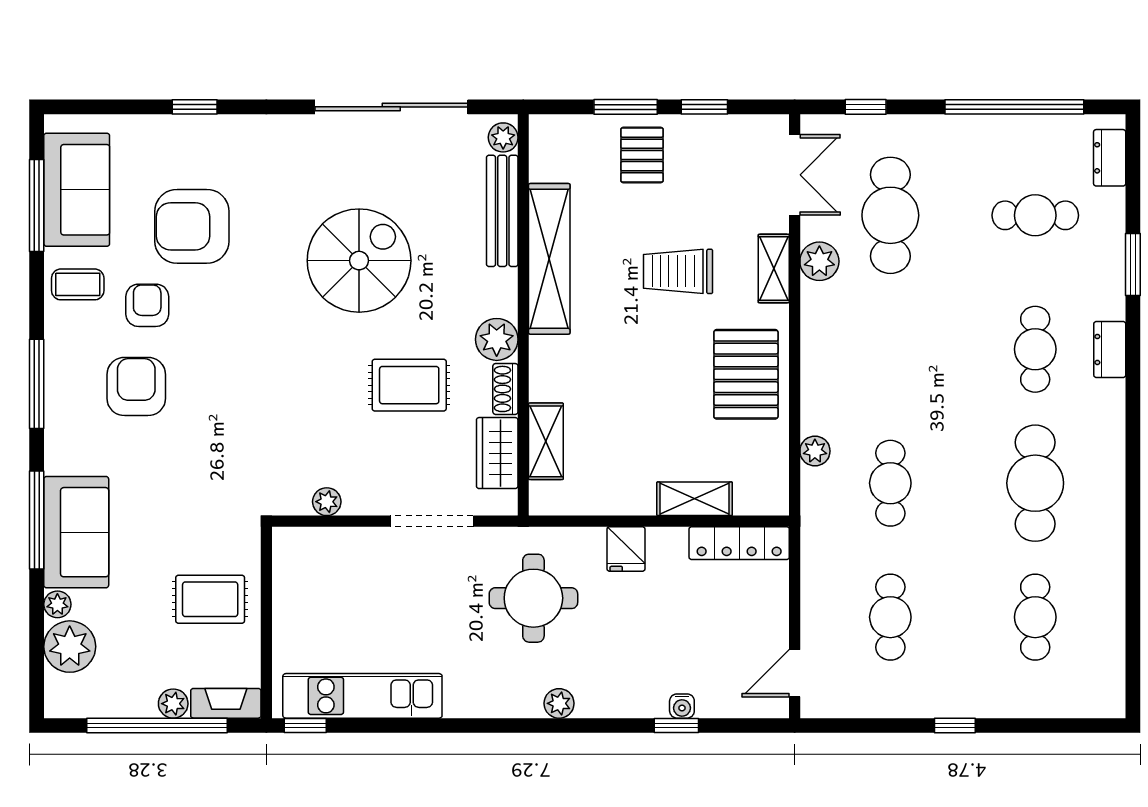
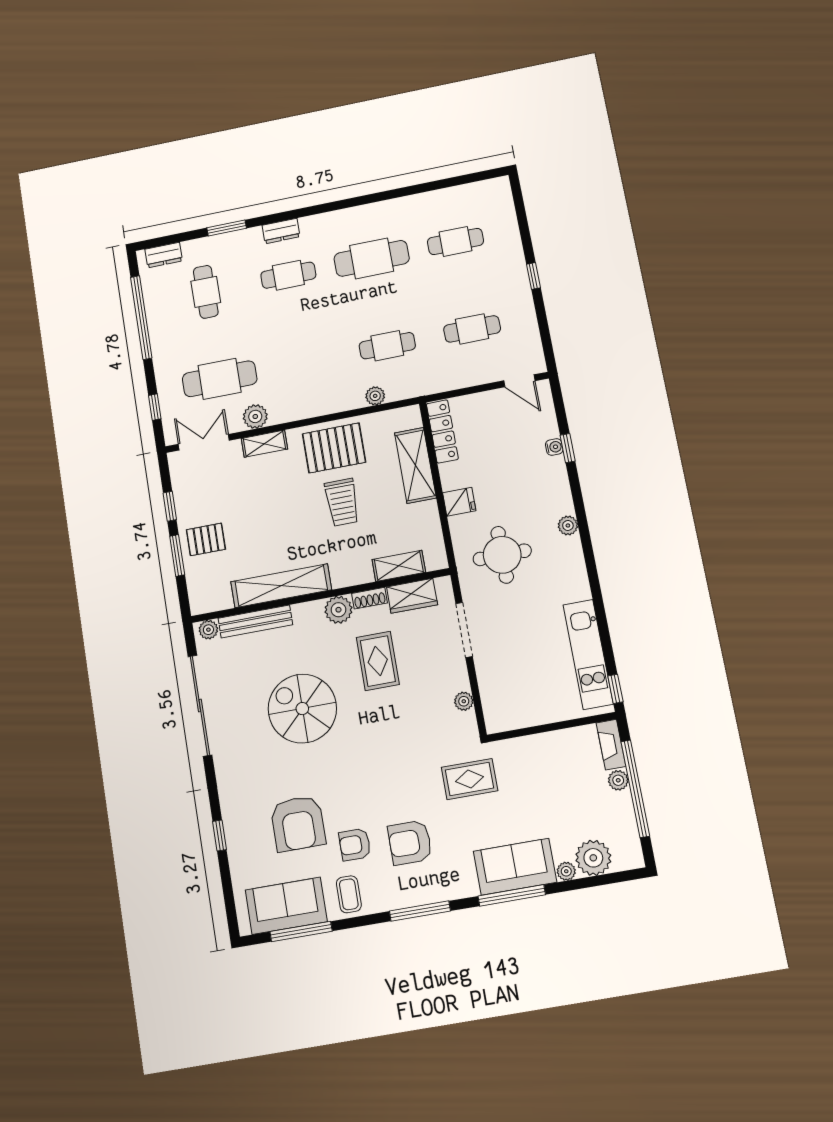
trolley: (678, 271) -> (342, 502), moved
shelving: (695, 499) -> (415, 465), width x1.50, depth x1.33
rug: (210, 599) -> (470, 779), moved, turned 90

